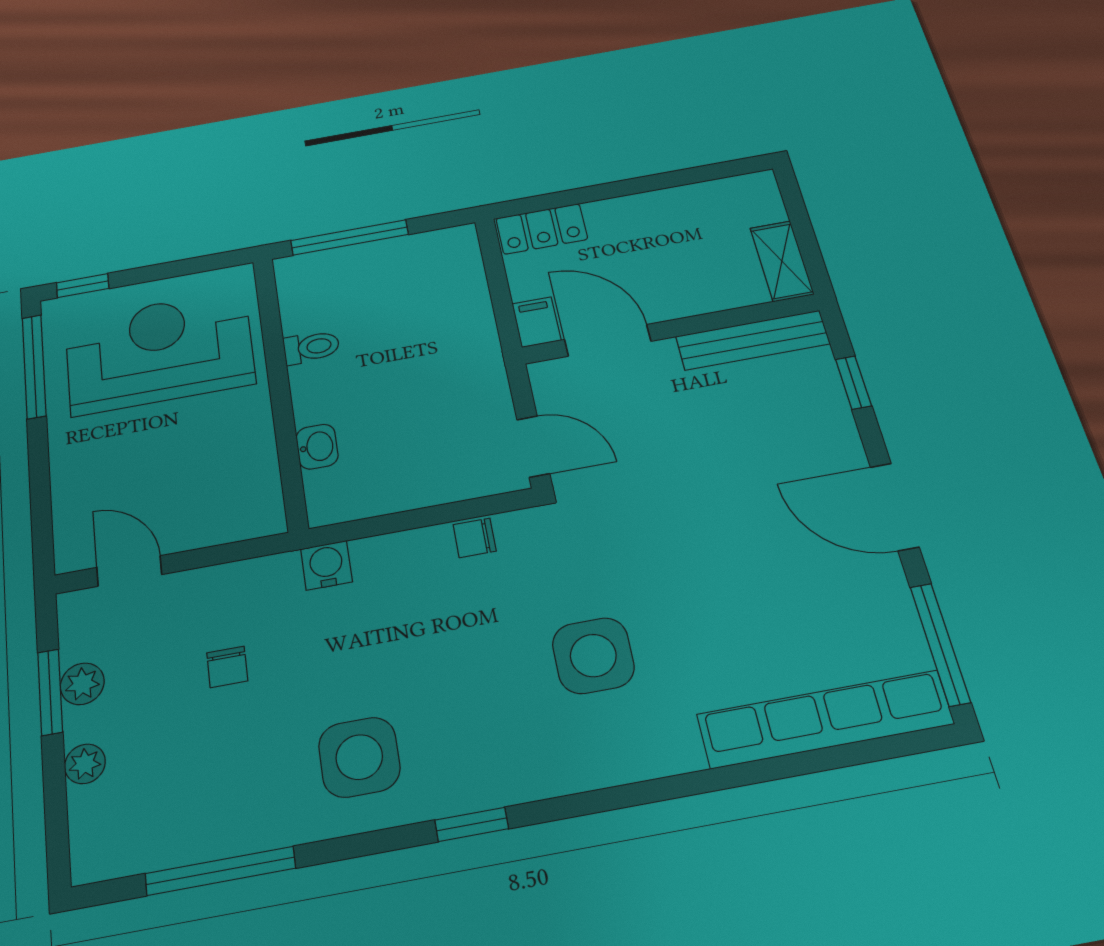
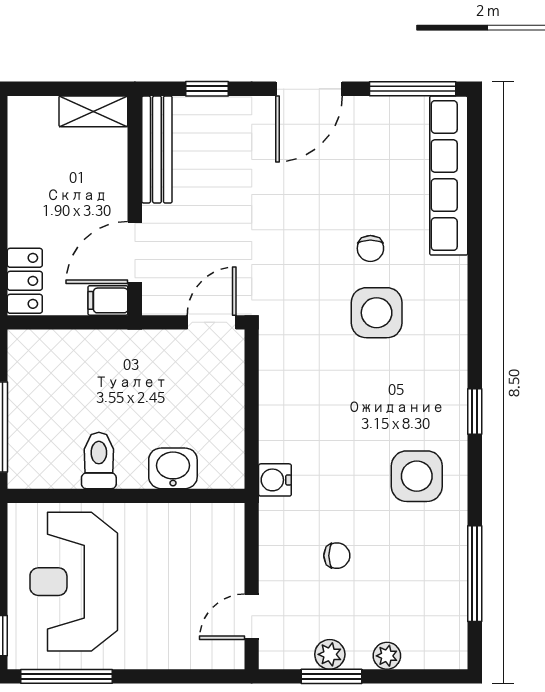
toilet: (311, 347) -> (99, 460), width x1.37, depth x1.39
washbasin: (317, 447) -> (173, 468), width x1.38, depth x1.45
chair: (475, 538) -> (370, 248), moved

